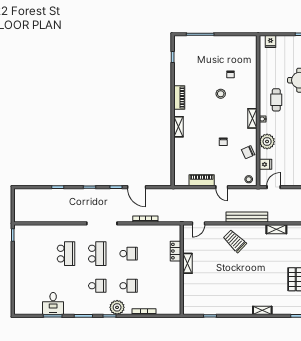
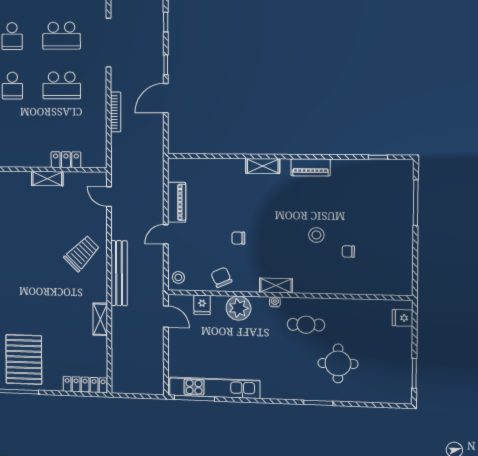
school desk: (129, 254) -> (62, 85), width x1.85

